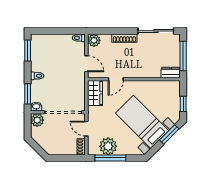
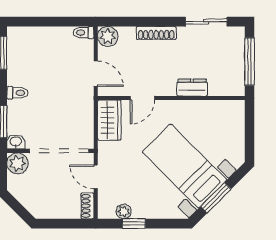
sliding door: (156, 31) -> (206, 22), width x0.73
dresser: (171, 72) -> (192, 88), moved
window: (183, 104) -> (250, 137), removed
window: (169, 134) -> (216, 198), moved
plant: (108, 146) -> (124, 211), width x0.53, depth x0.53
window: (110, 158) -> (134, 224), width x0.46

